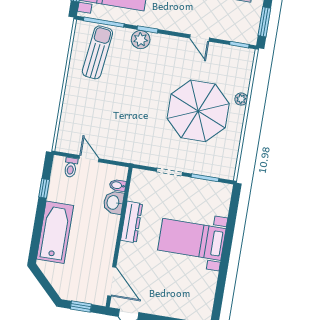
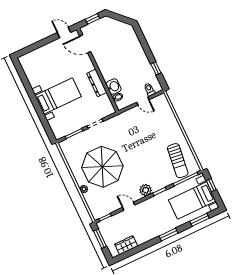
plant: (141, 40) -> (146, 190), moved
bathtub: (55, 232) -> (134, 49), removed

